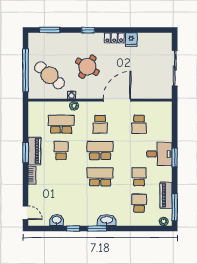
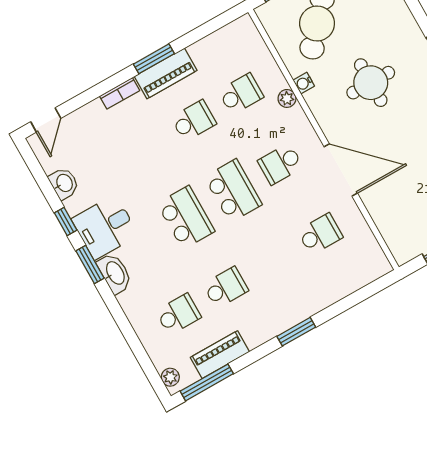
round table: (87, 67) -> (371, 83), turned -32
school desk: (61, 124) -> (241, 94), width x0.54
school desk: (139, 124) -> (320, 234), turned 180
desk: (159, 154) -> (105, 227), moved, turned 90

